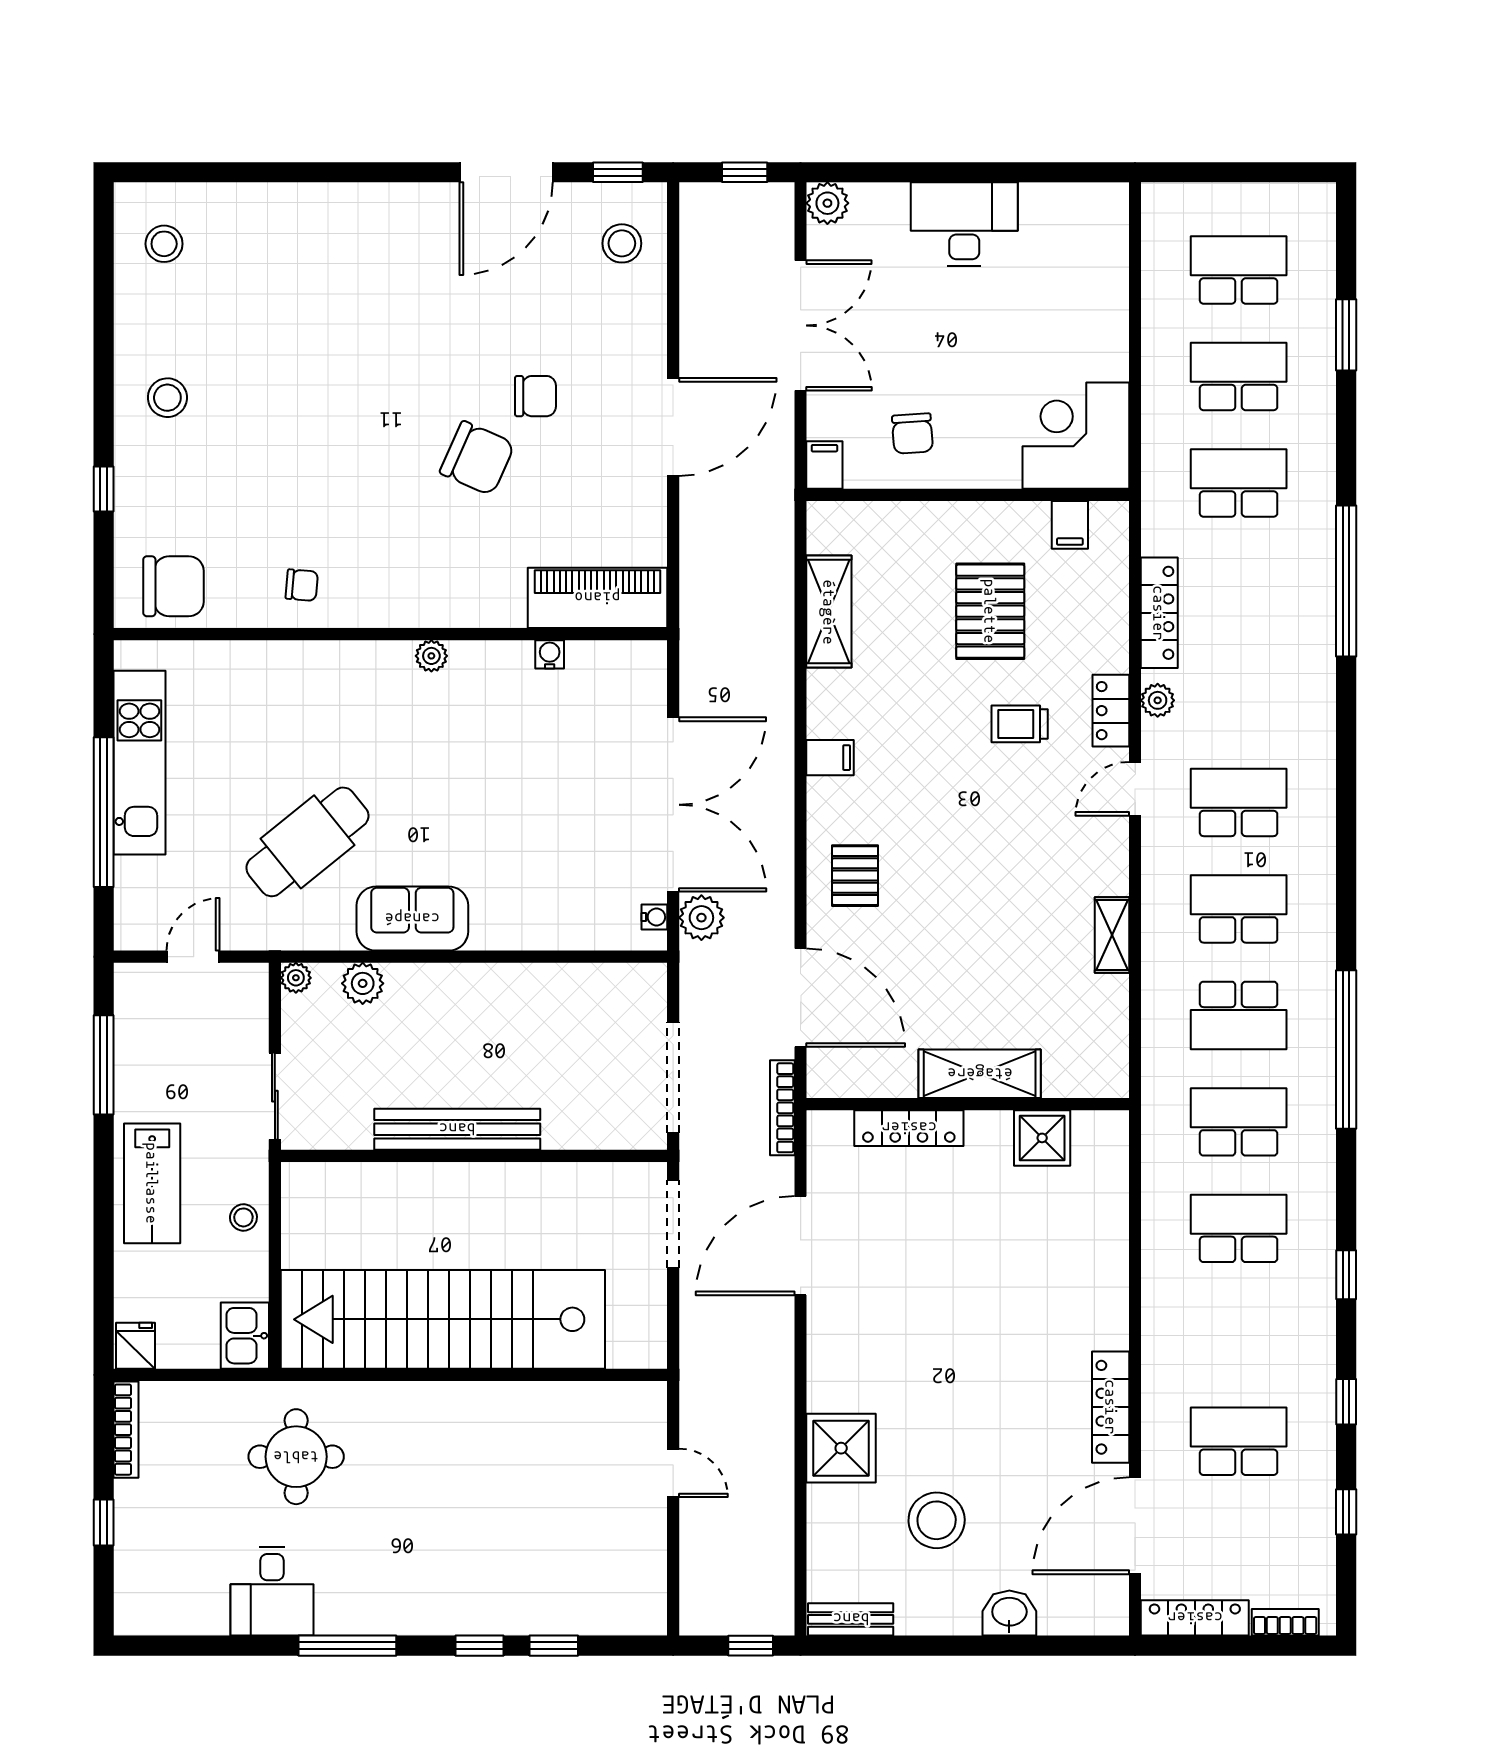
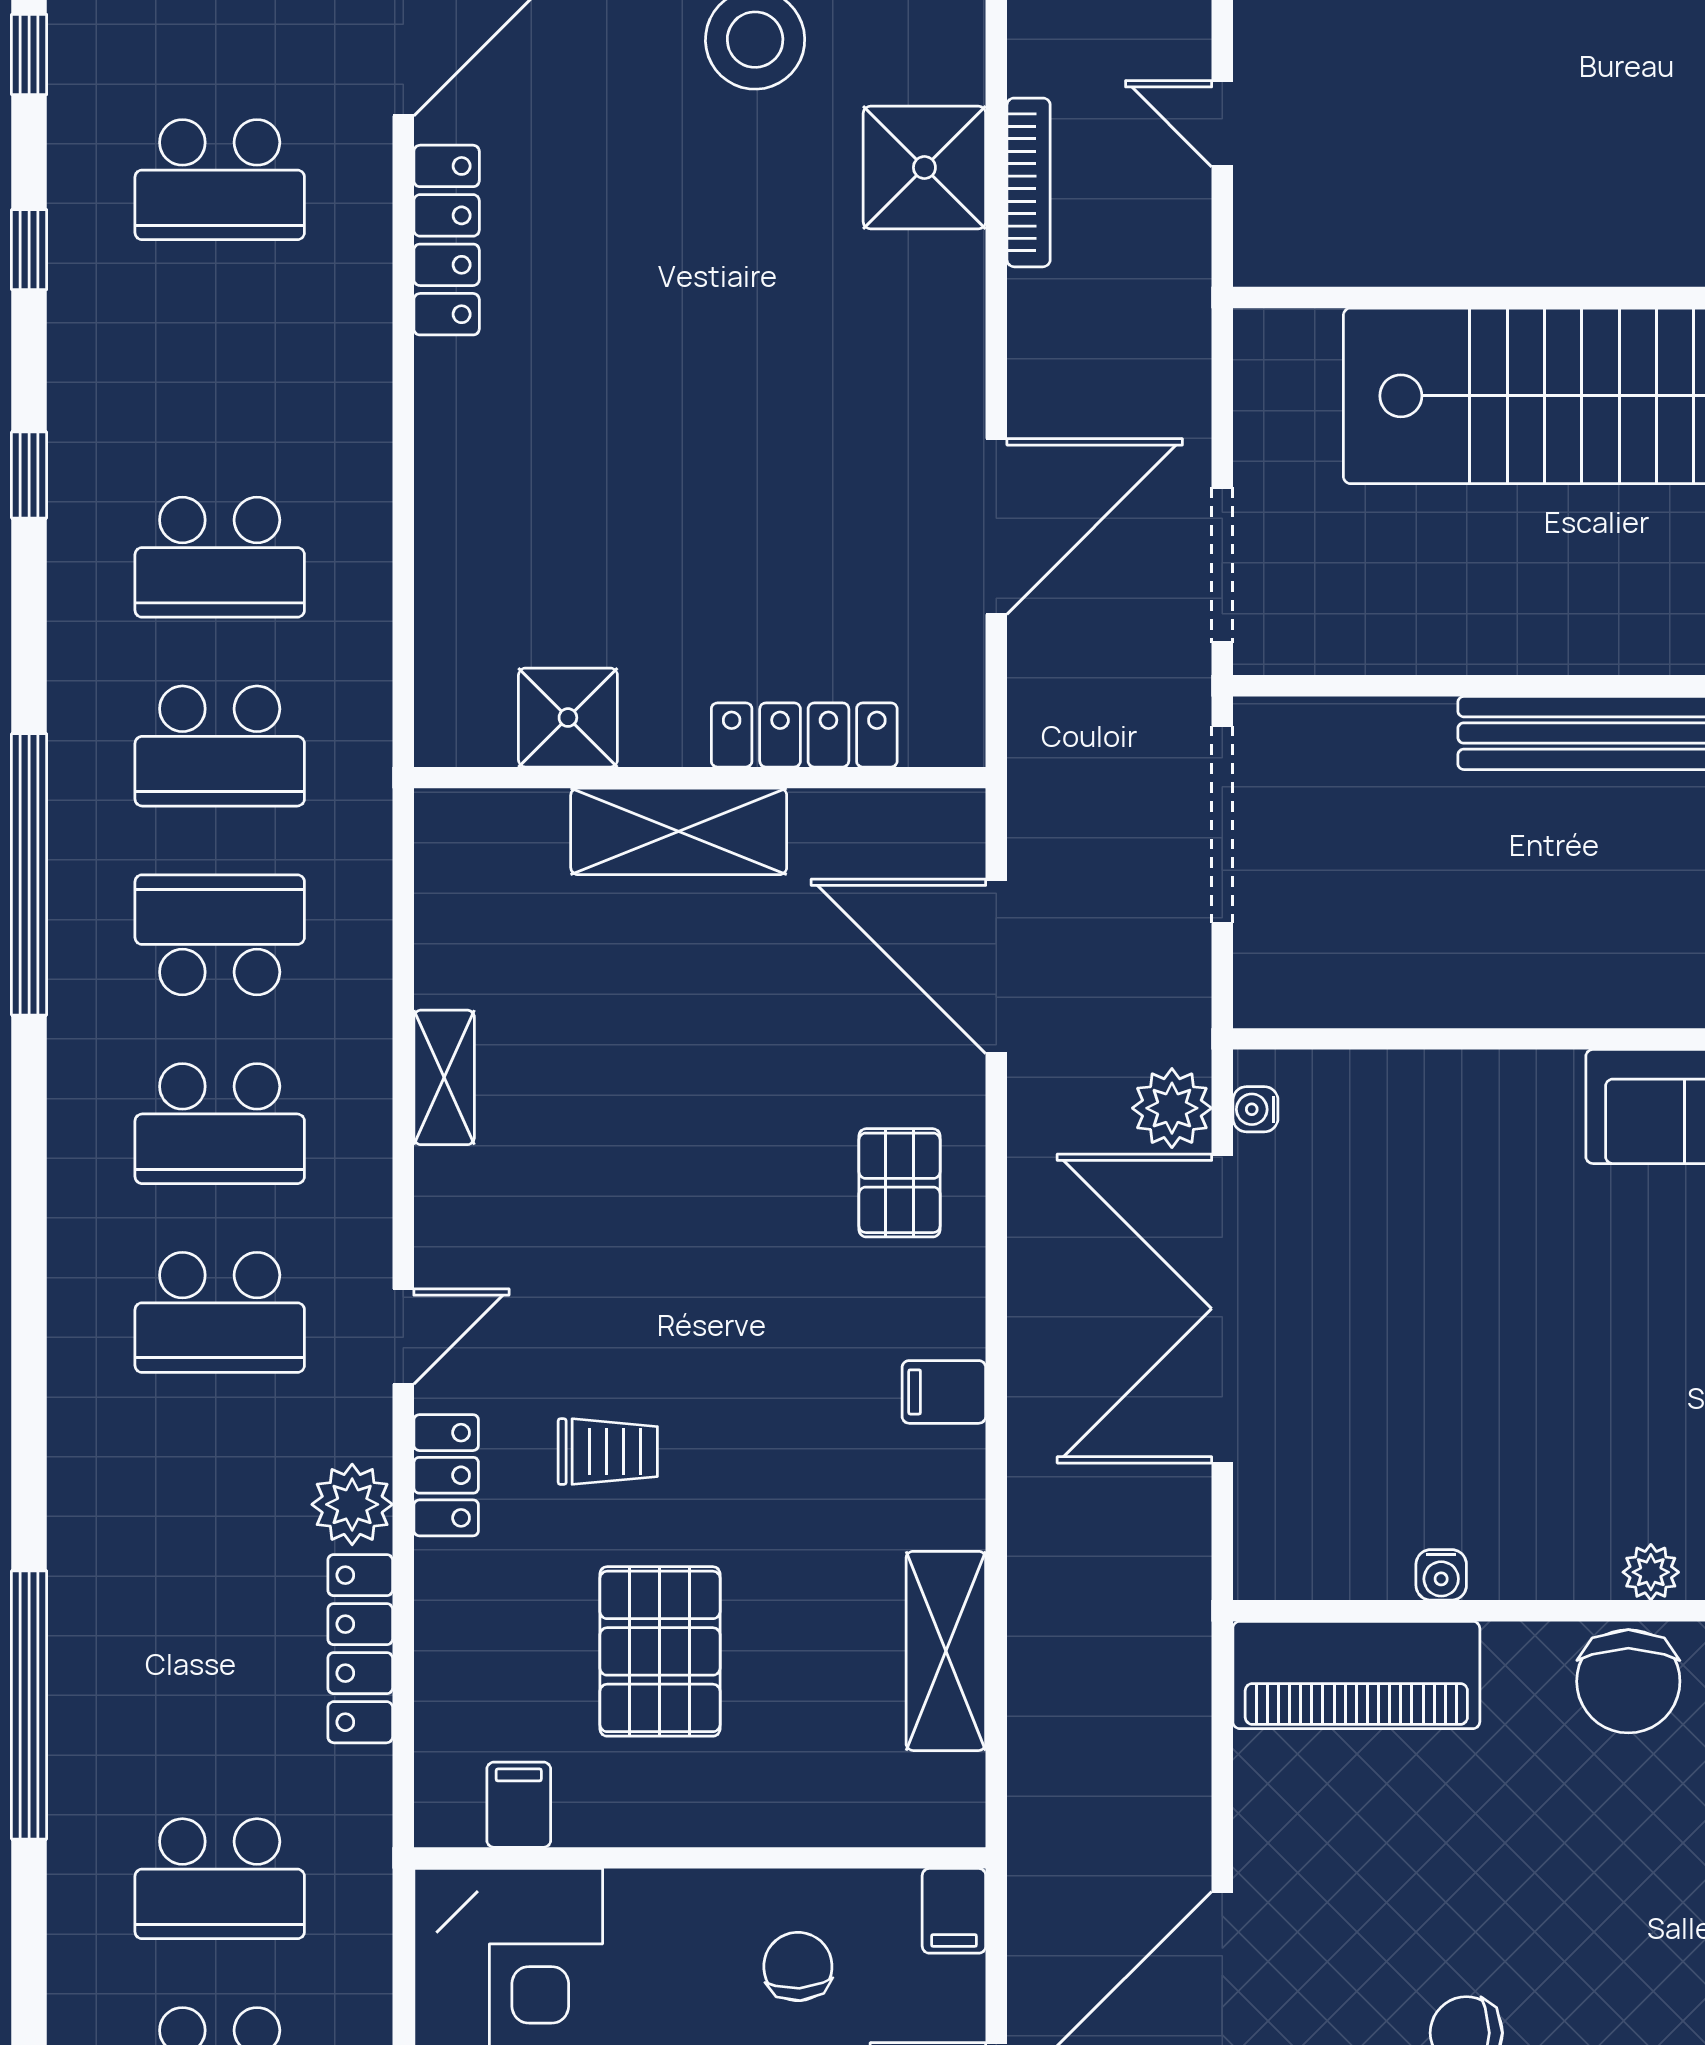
chair: (477, 458) -> (1628, 1681), moved, turned -114
plant: (1158, 700) -> (352, 1504), width x1.38, depth x1.38
bookcase: (782, 1108) -> (1029, 182), moved

